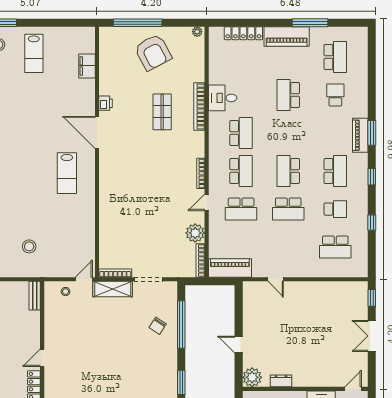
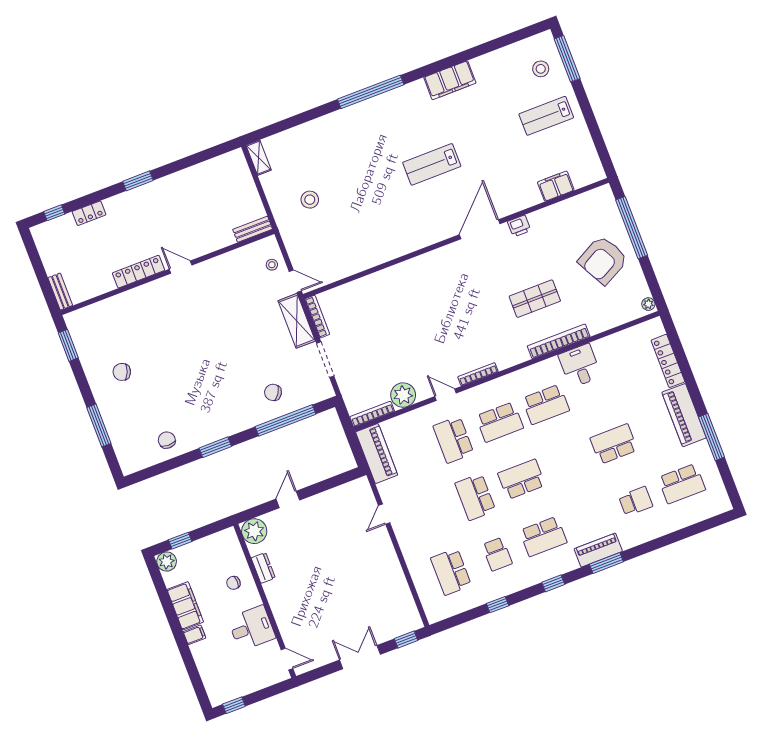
lab bench: (67, 173) -> (432, 164), moved

